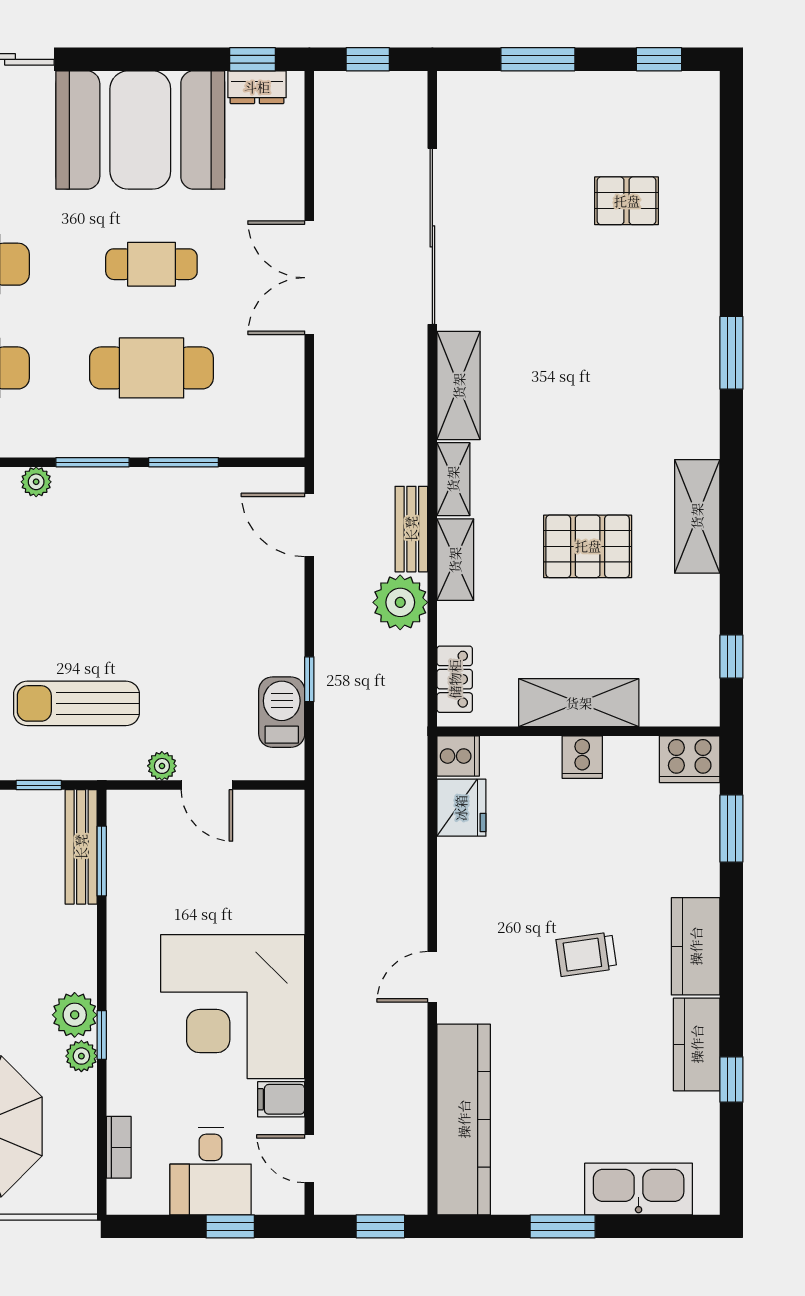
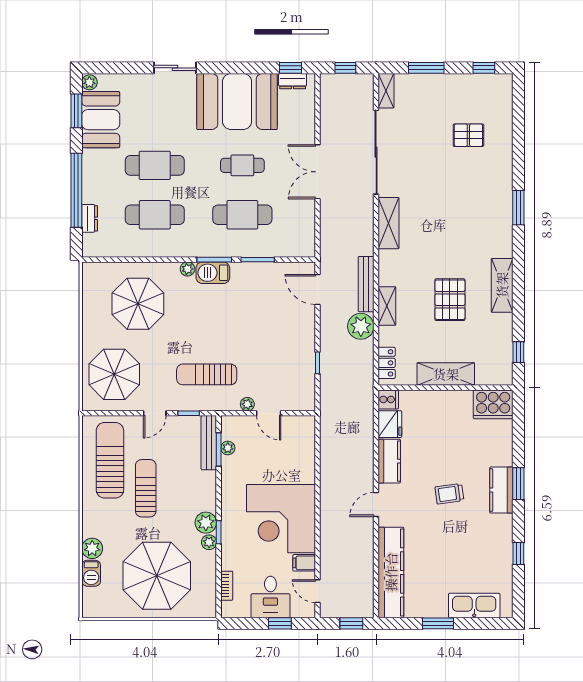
shelving: (453, 479) -> (386, 91), moved
bench: (411, 529) -> (366, 284), width x1.36
pallet: (588, 546) -> (450, 300), turned 90
barbecue: (282, 712) -> (213, 273), moved, turned -90
cooker: (582, 757) -> (447, 400), removed
cooker: (690, 759) -> (493, 404), width x1.37, depth x1.31
window: (731, 828) -> (518, 484), moved
plant: (121, 858) -> (228, 448), added
kitchen counter: (697, 1044) -> (389, 461), moved, turned 180

